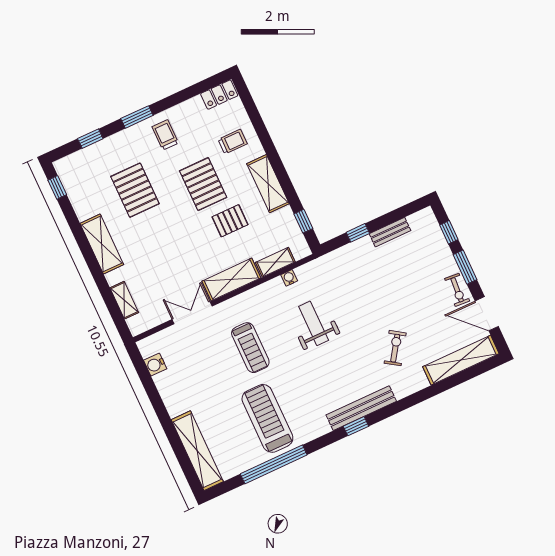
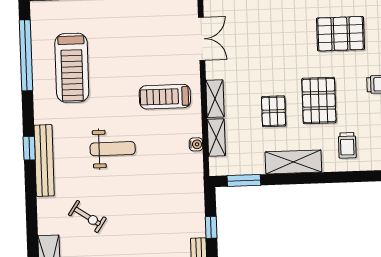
pallet: (203, 184) -> (319, 100), turned 90
window: (303, 221) -> (244, 180), width x1.50
shelving: (231, 279) -> (215, 99), width x0.67, depth x0.75
weight bench: (314, 323) -> (113, 149), moved
treadmill: (250, 348) -> (165, 97), moved
treadmill: (267, 418) -> (72, 68), turned 90

